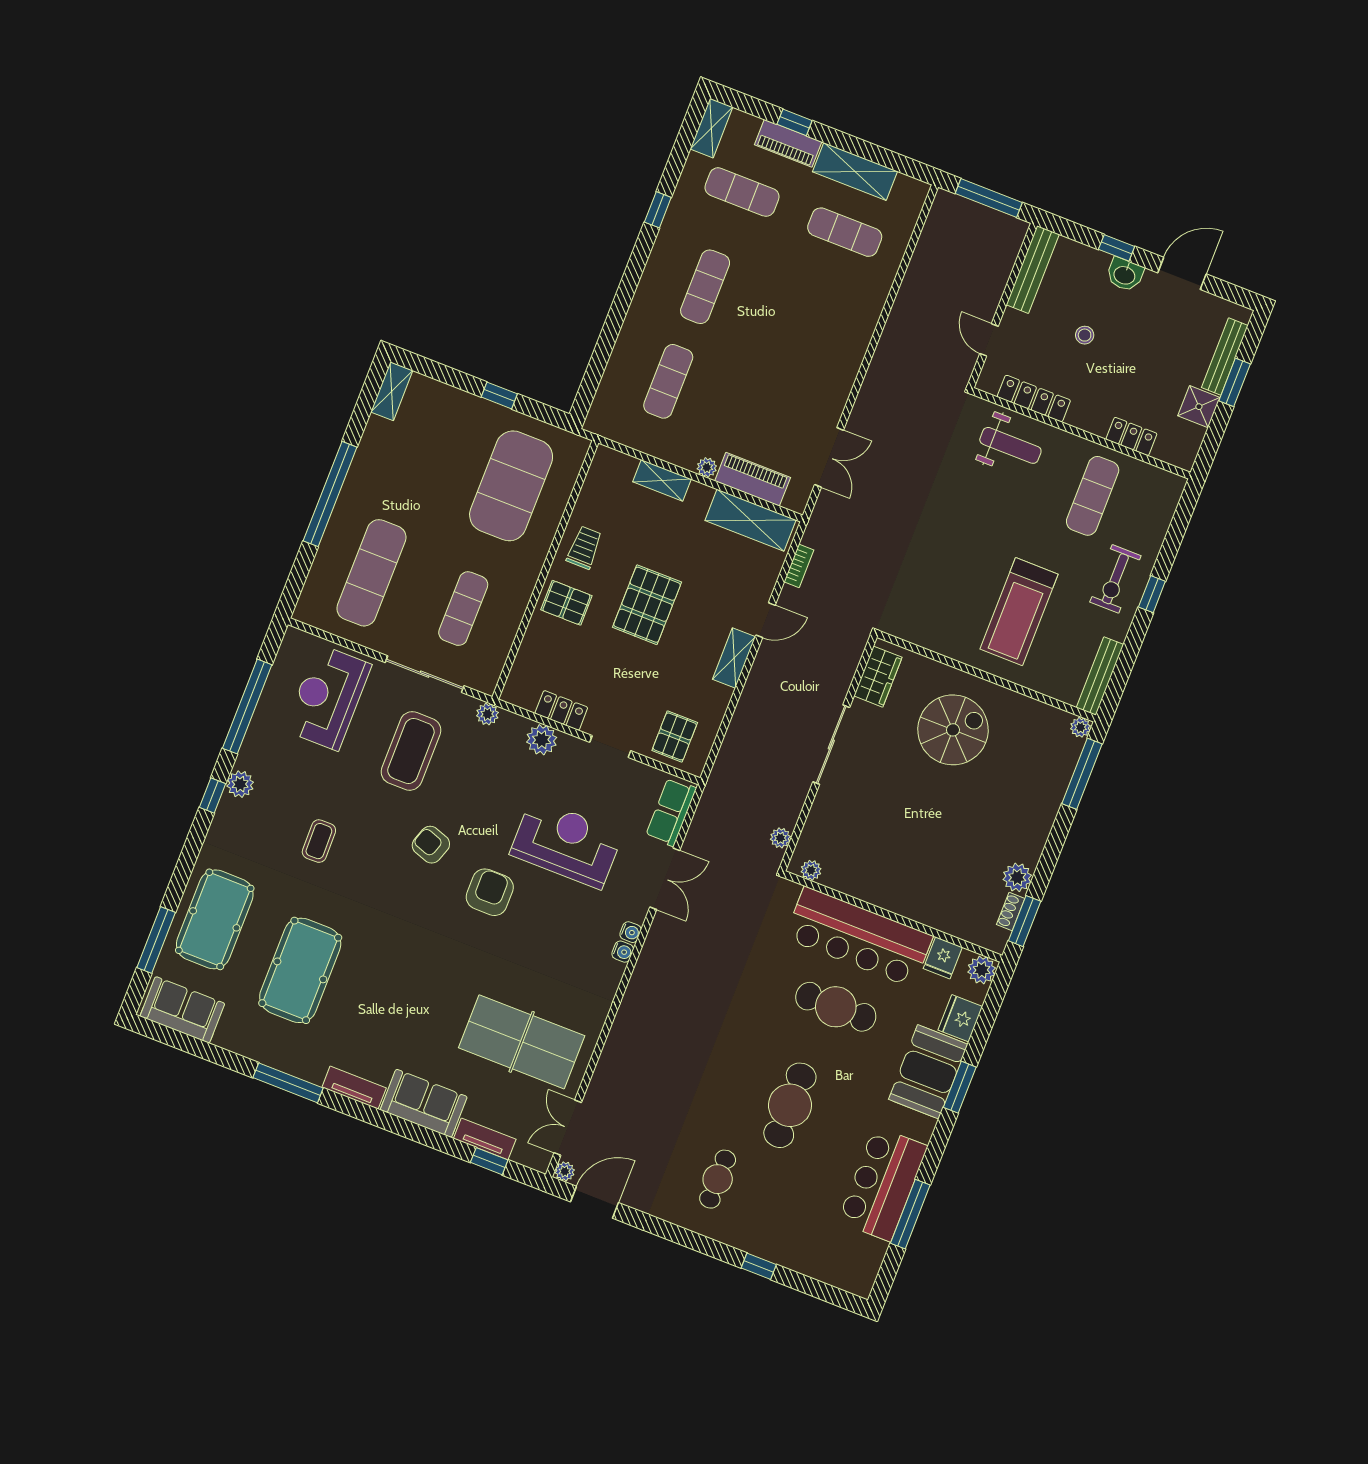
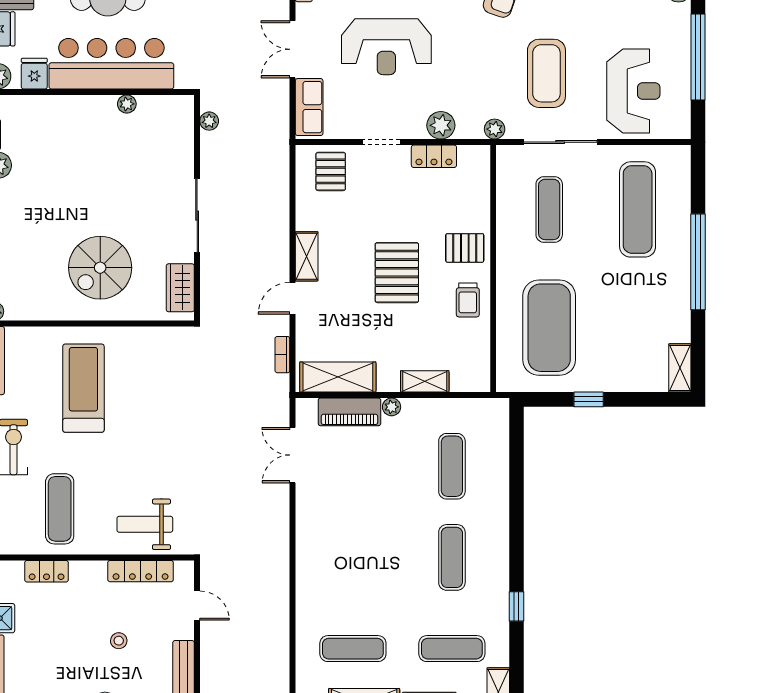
plant: (811, 870) -> (127, 104), moved

